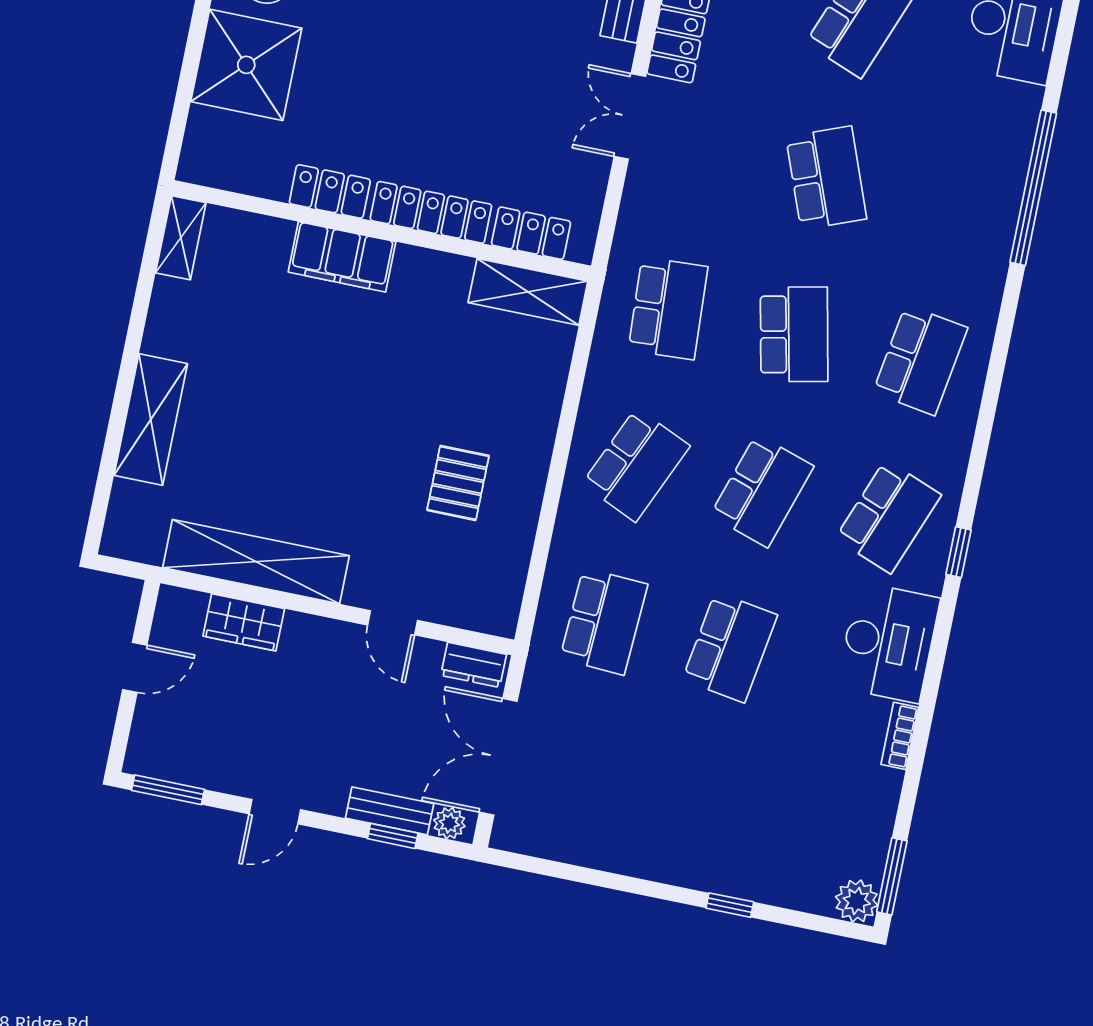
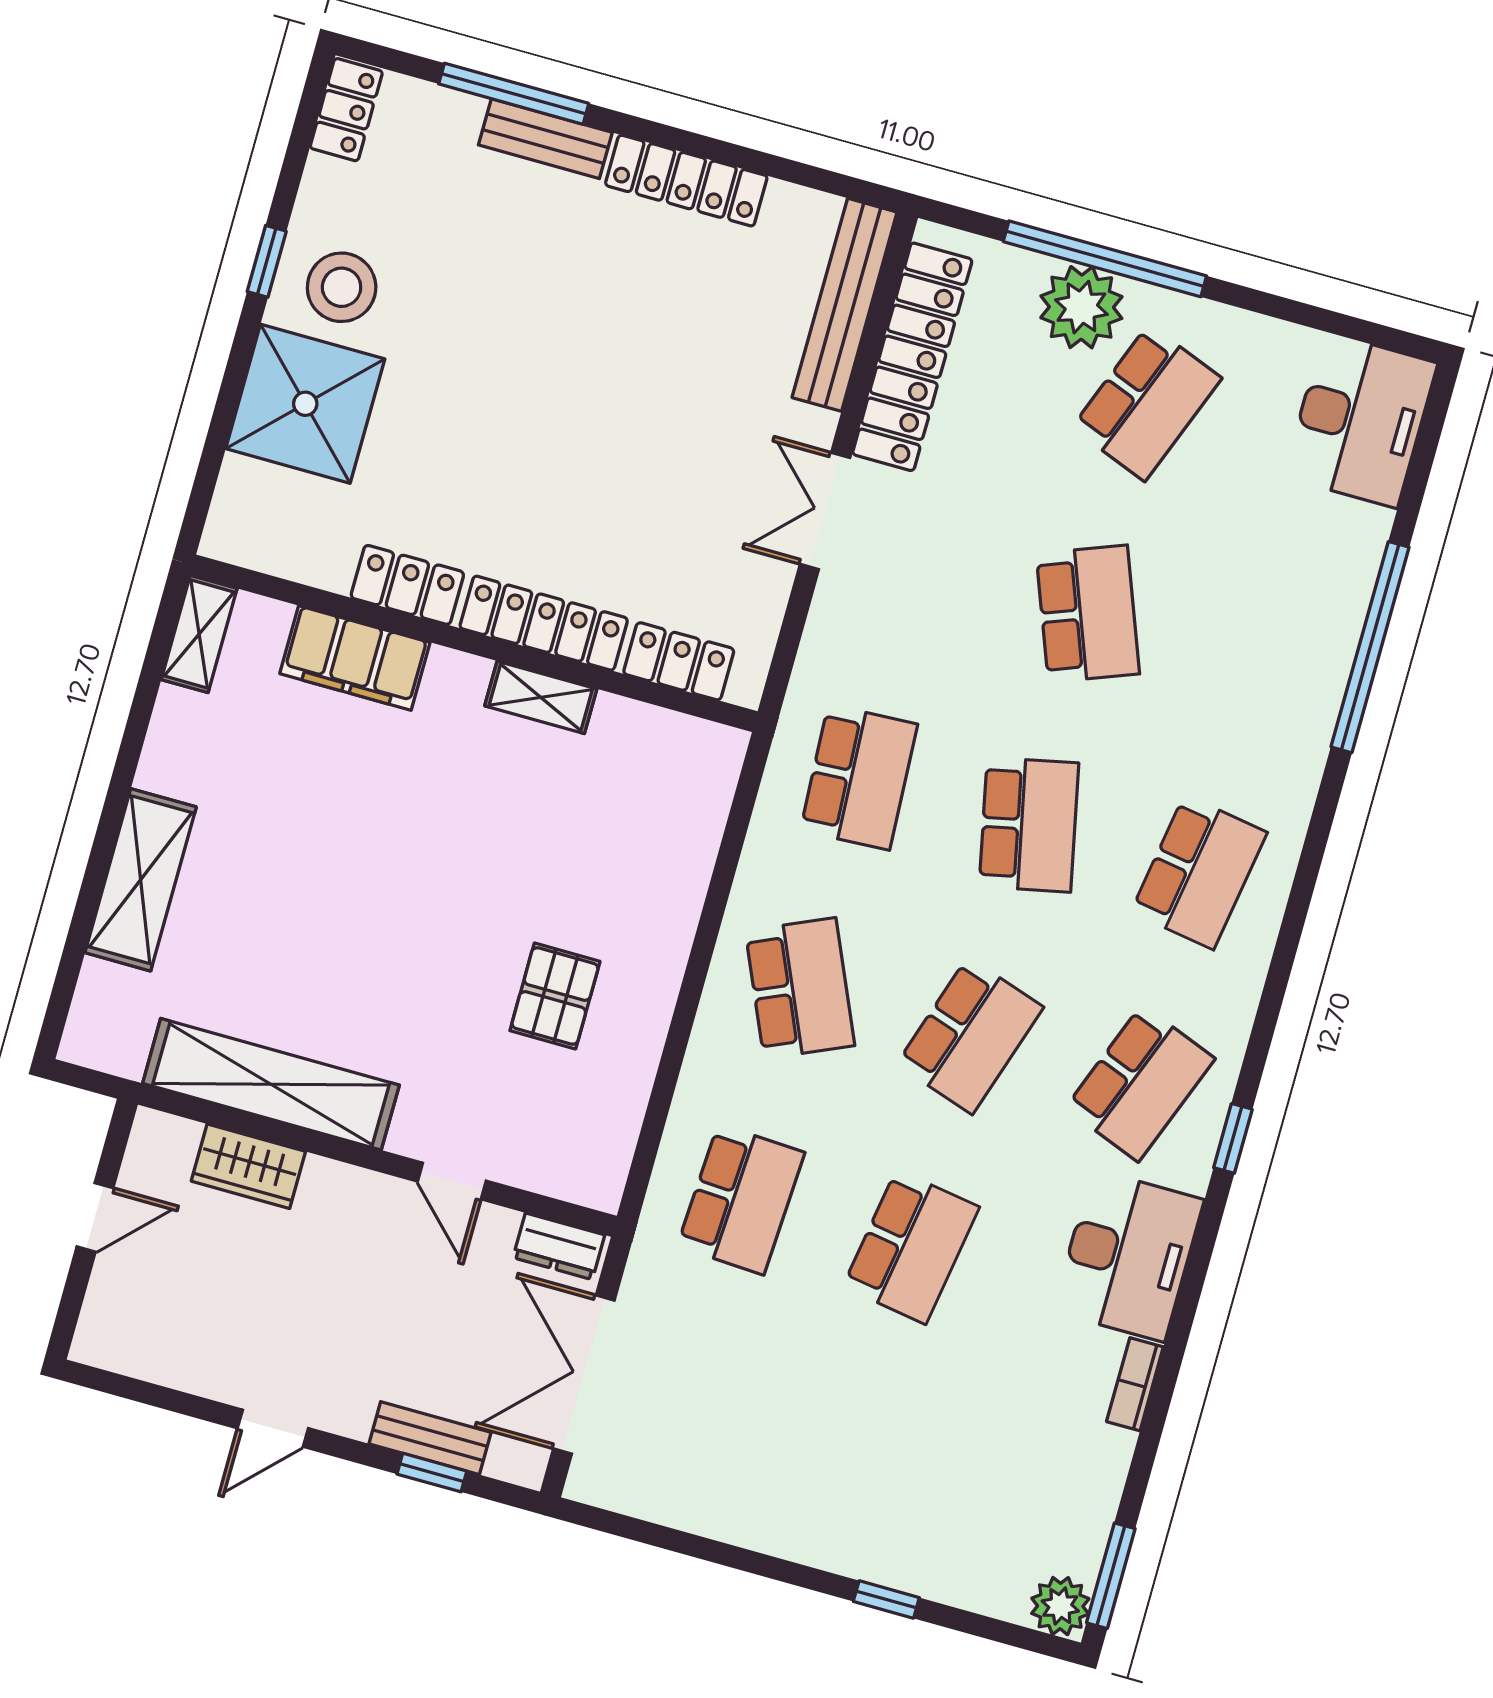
filing cabinet: (342, 257) -> (355, 658), moved
shelving: (528, 292) -> (541, 697), moved, width x0.67, depth x0.75
school desk: (636, 465) -> (800, 988), turned -48
window: (168, 790) -> (129, 1388), removed
plant: (449, 823) -> (511, 1461), removed

